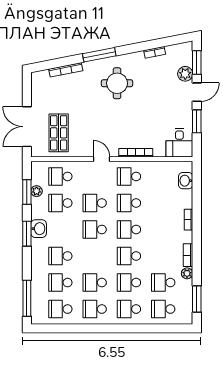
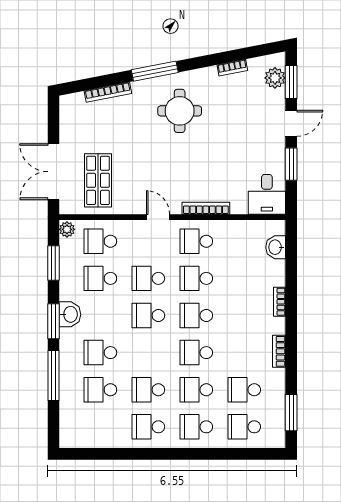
plant: (185, 74) -> (275, 78), moved
plant: (37, 191) -> (67, 229), moved
plant: (187, 273) -> (278, 377), removed
window: (27, 298) -> (53, 376), moved
school desk: (60, 309) -> (100, 427), removed

